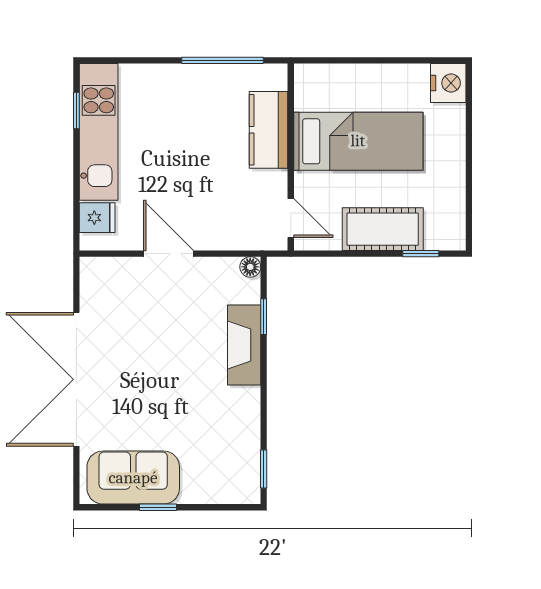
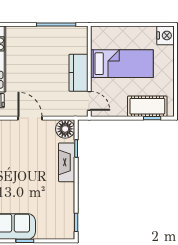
kitchen counter: (268, 130) -> (78, 73), moved
cot: (383, 229) -> (147, 106), moved
floor lamp: (250, 267) -> (65, 129), width x1.89, depth x1.89

